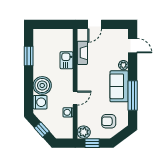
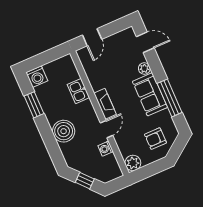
fireplace: (82, 53) -> (105, 104), moved
washing machine: (40, 102) -> (37, 77), moved, turned 90
window: (92, 143) -> (148, 171), removed

